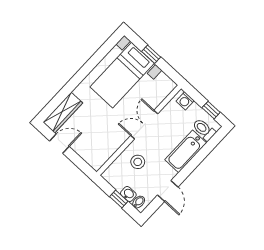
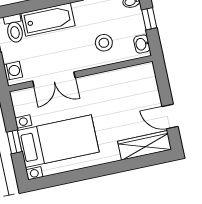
double door: (144, 125) -> (54, 79), moved
washbasin: (128, 194) -> (142, 44), moved

